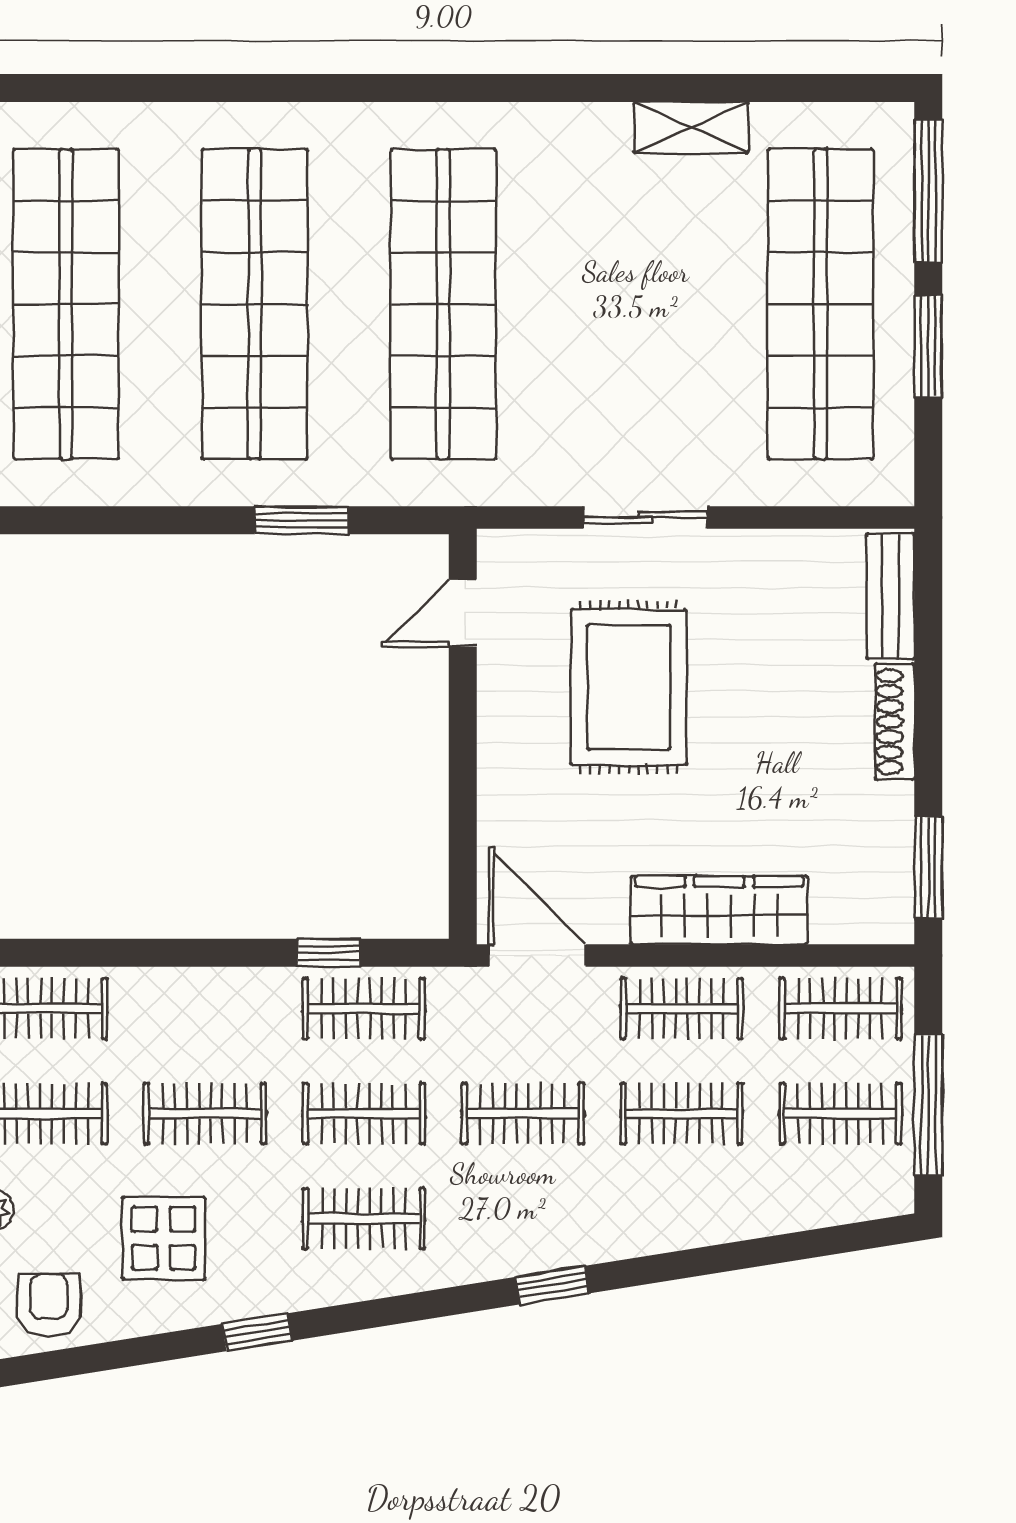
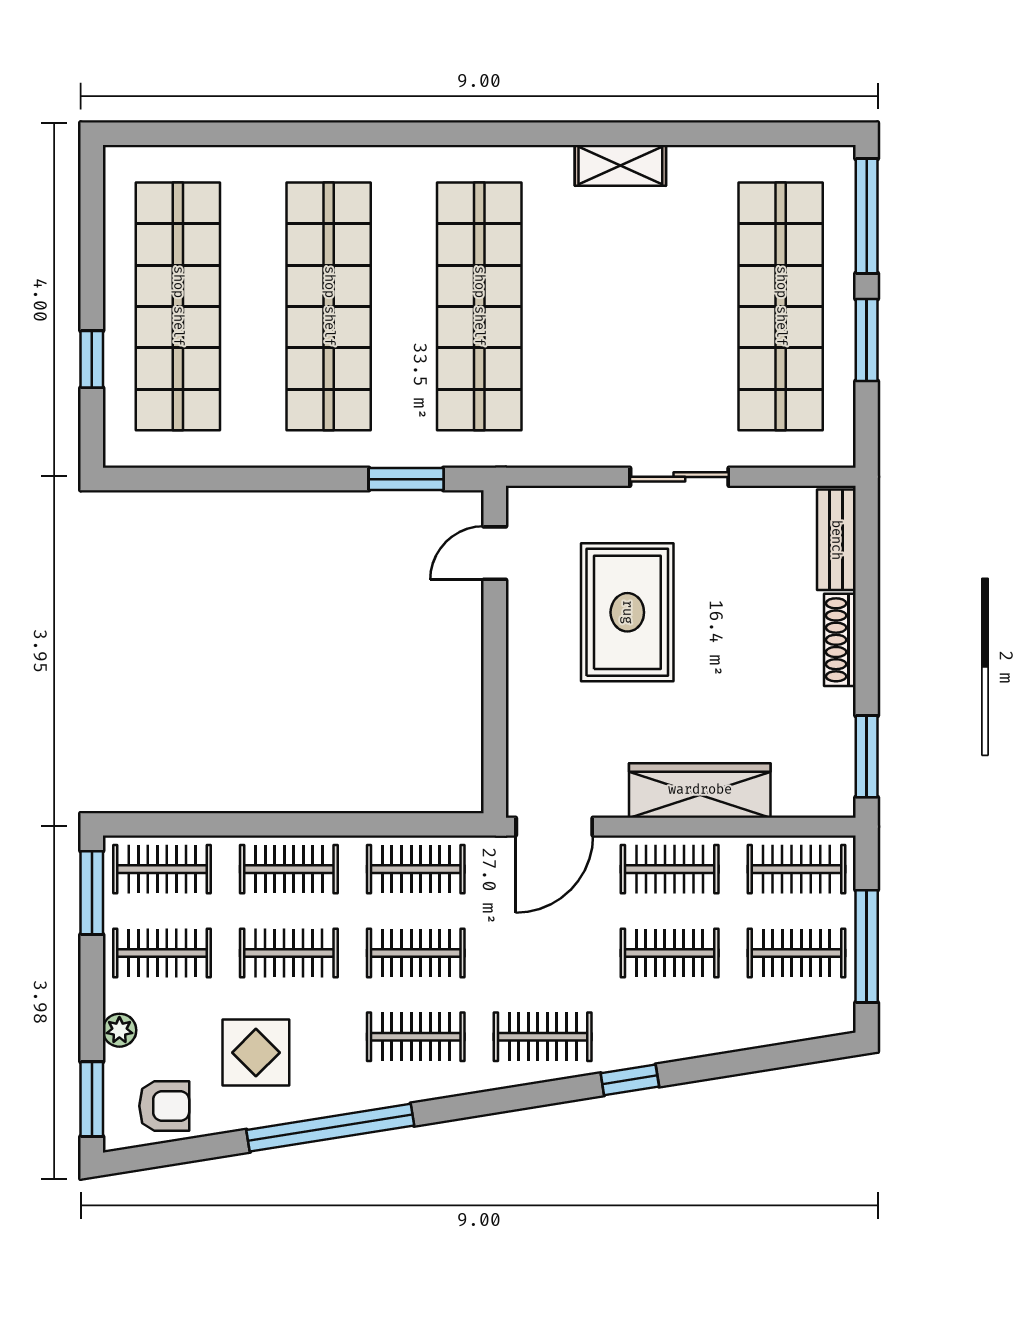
shelving: (691, 127) -> (620, 165), moved
sliding door: (645, 518) -> (679, 477), moved
window: (301, 520) -> (406, 479), moved
window: (329, 953) -> (388, 824), removed
door: (537, 955) -> (554, 827), swing flipped
clothes rail: (205, 1009) -> (289, 869), added
clothes rail: (523, 1114) -> (543, 1037), moved
window: (552, 1285) -> (630, 1080), moved
armchair: (49, 1305) -> (164, 1106), turned 90
window: (257, 1332) -> (330, 1128), width x3.17

